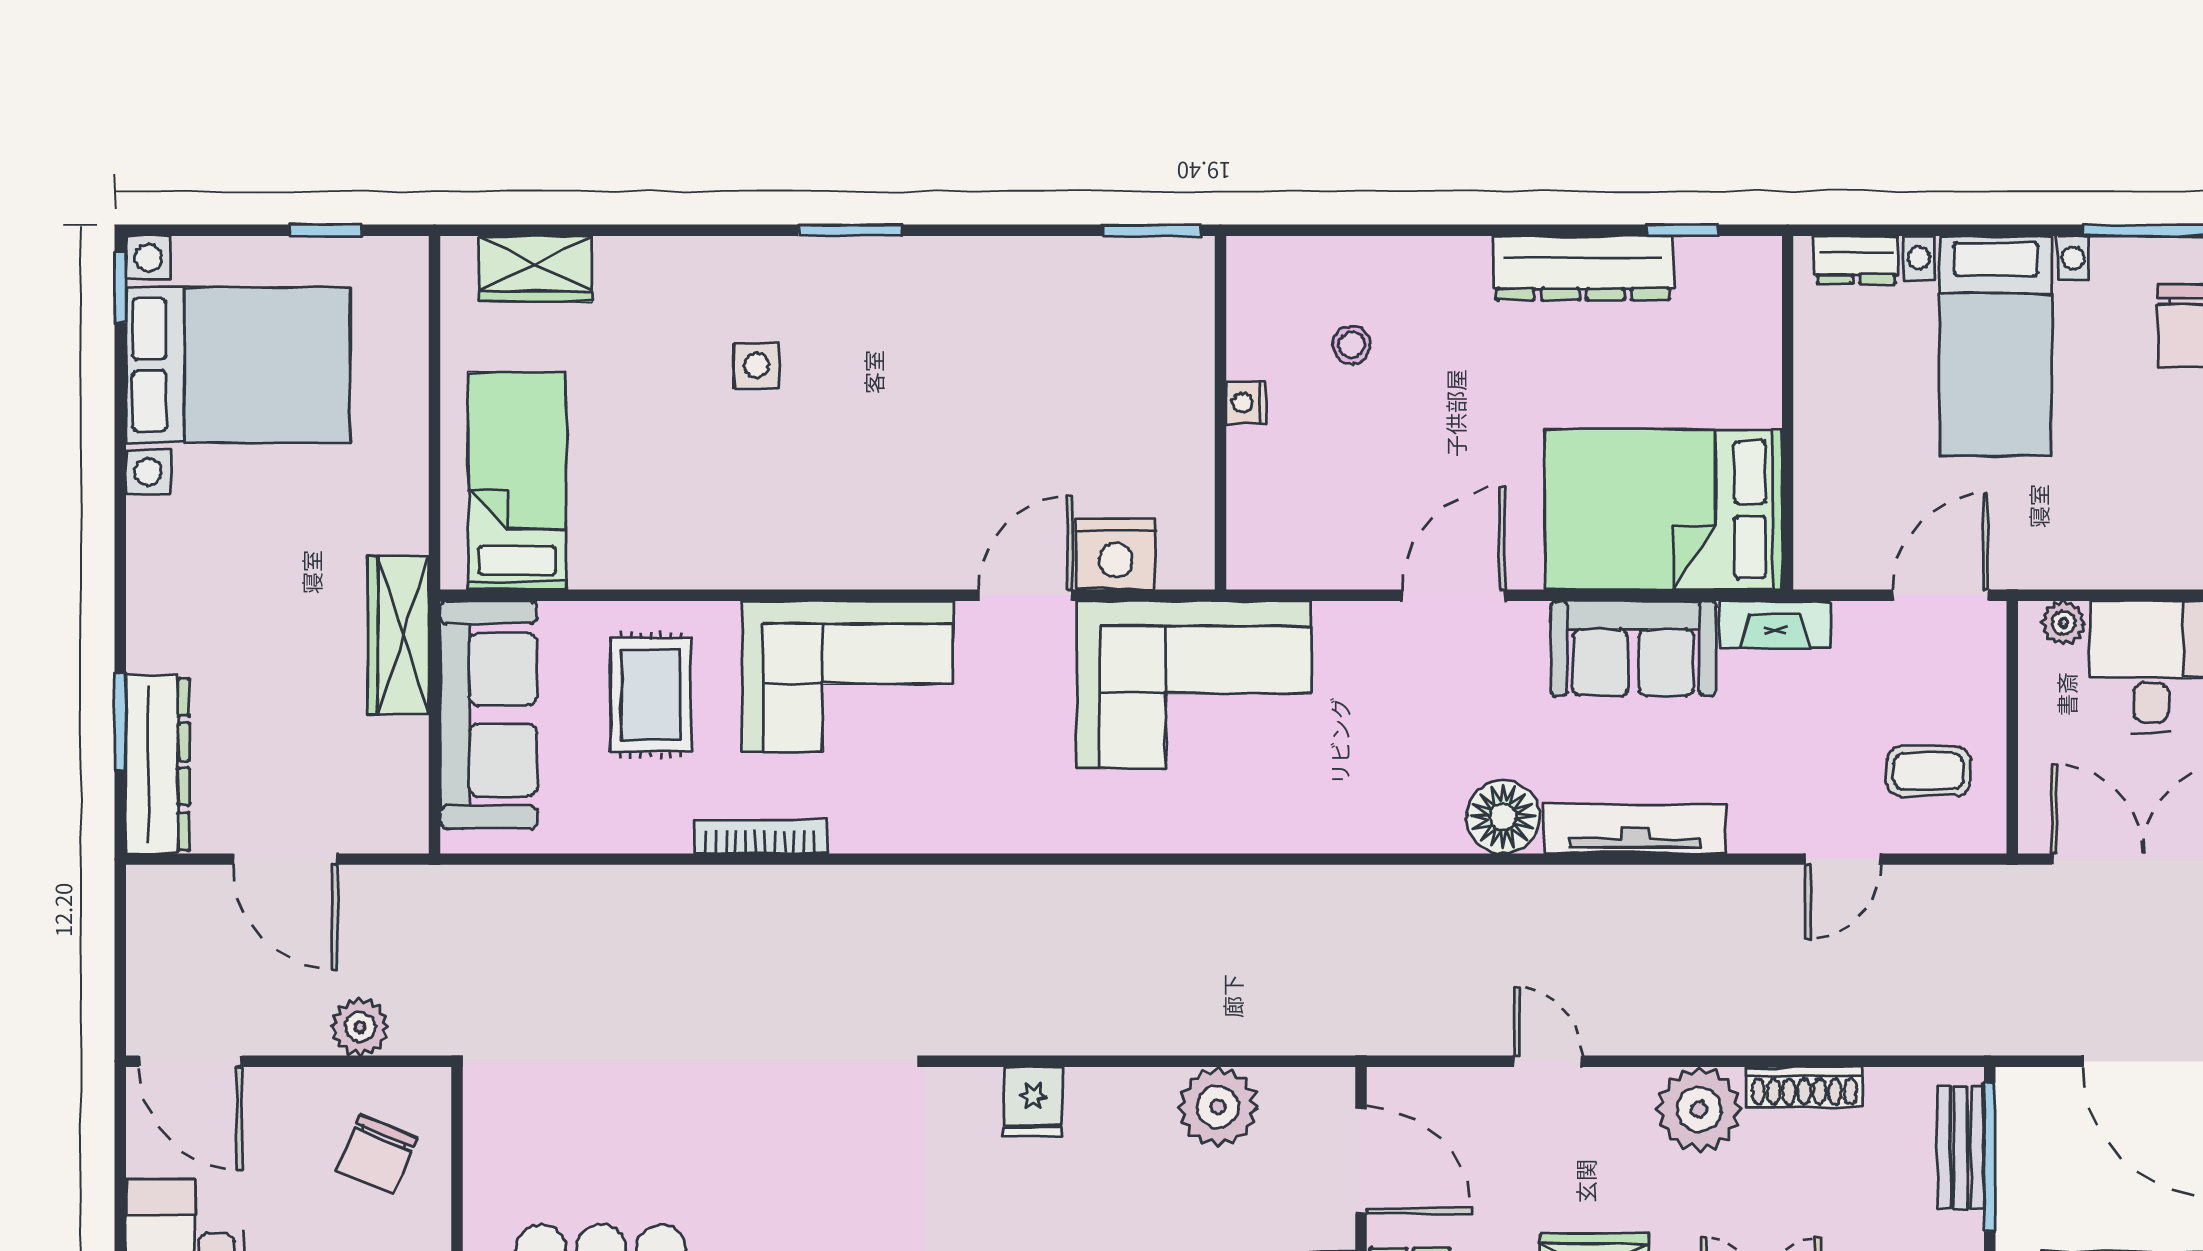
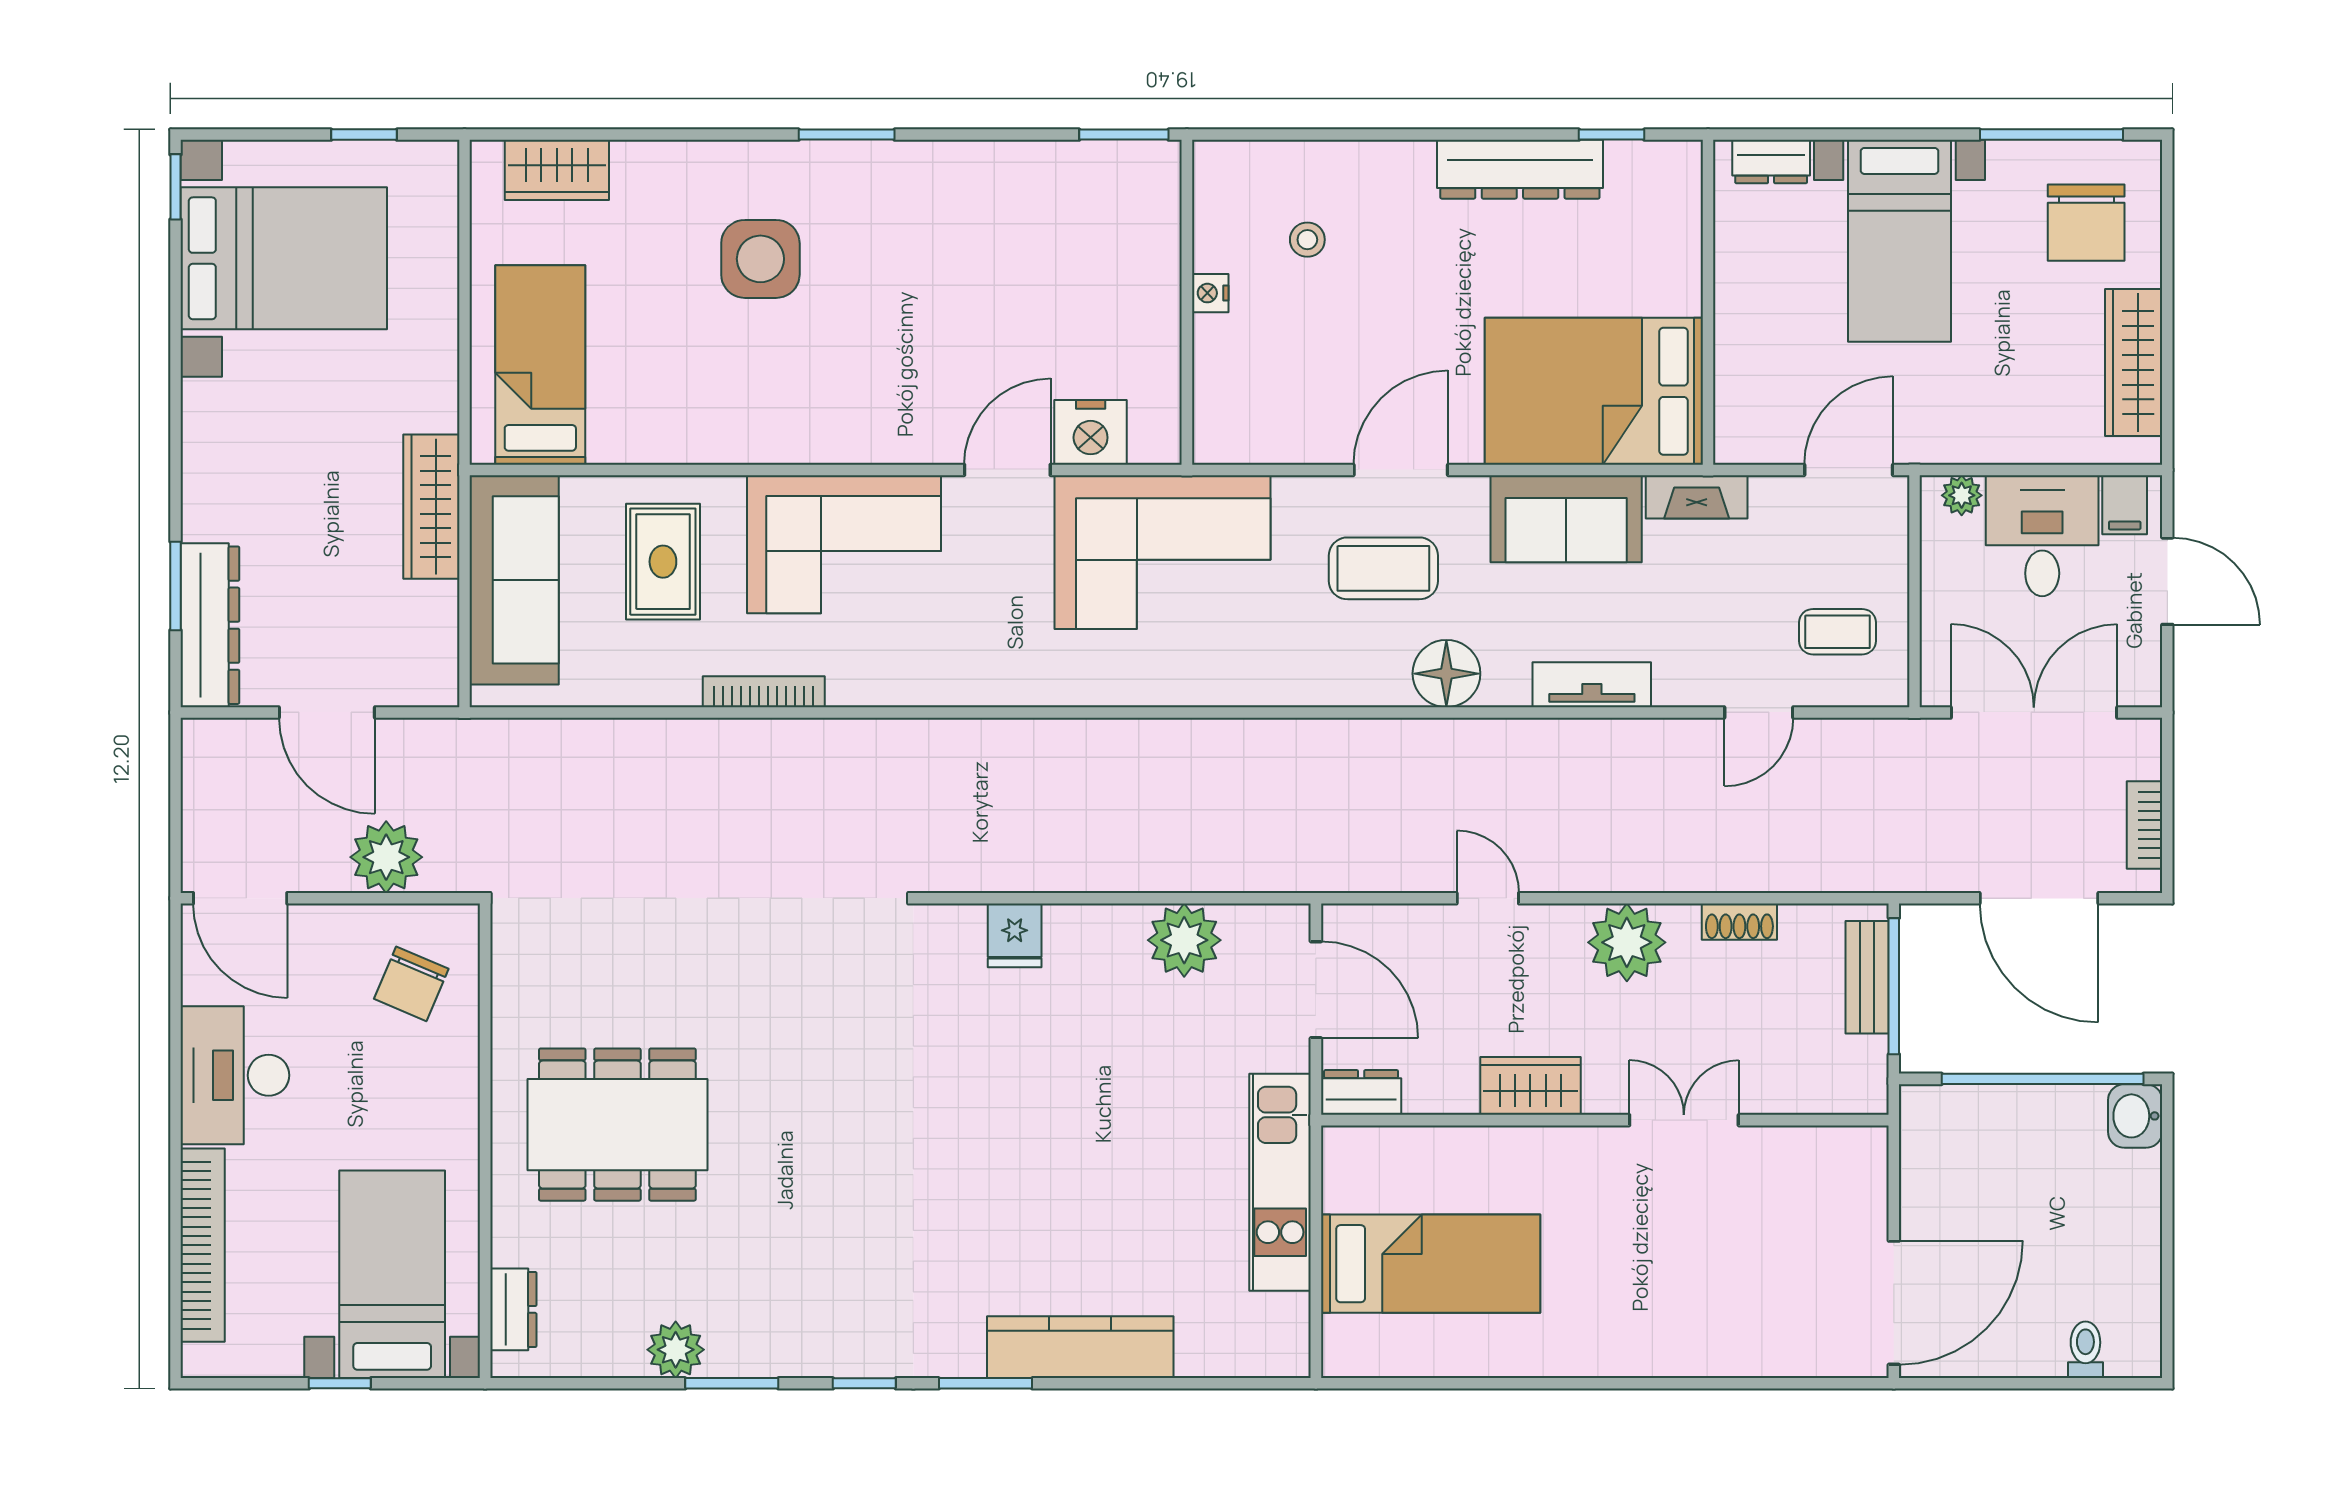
side table: (757, 366) -> (760, 259), width x1.87, depth x1.87
coffee table: (1434, 702) -> (1383, 568), added
tv unit: (1635, 829) -> (1592, 685), width x0.71
plant: (360, 1027) -> (386, 857), width x1.36, depth x1.36
shoe rack: (1804, 1087) -> (1739, 922), width x0.70

